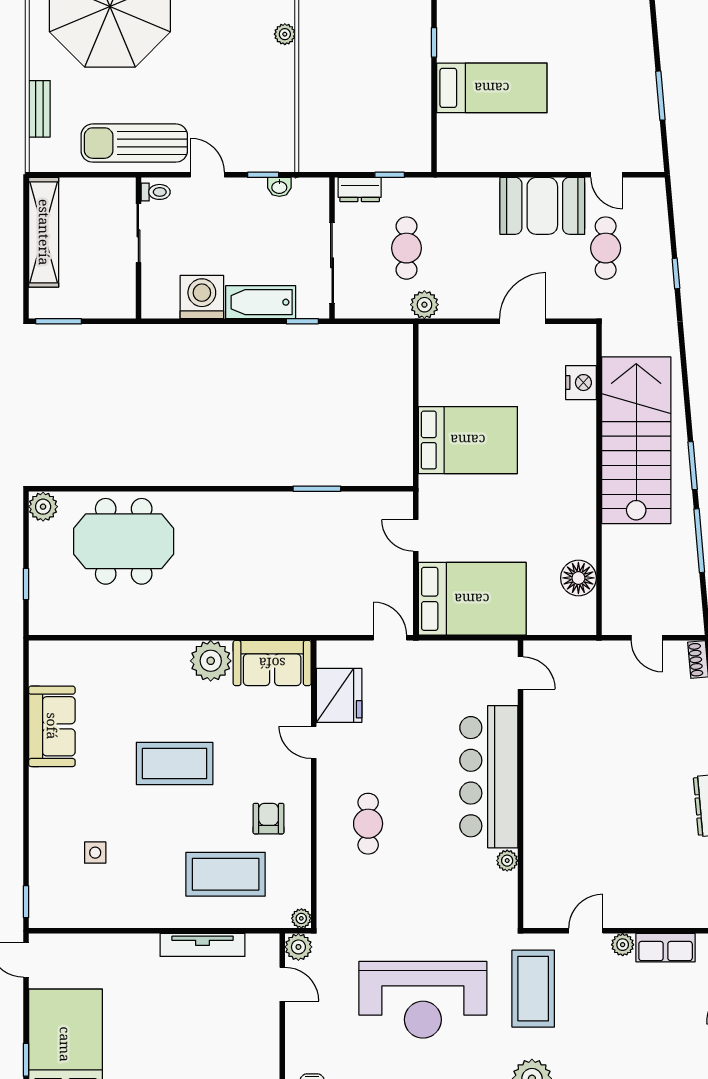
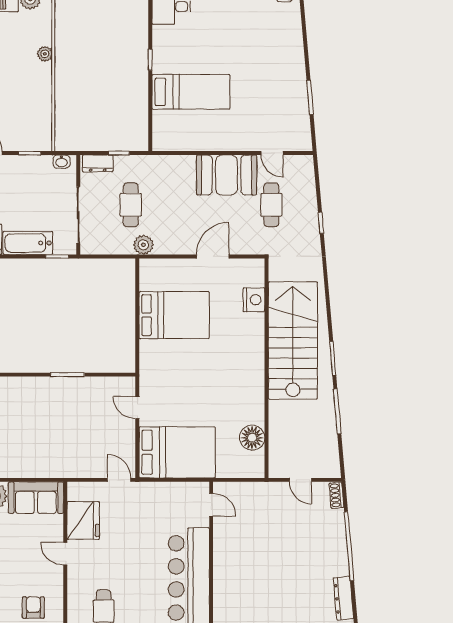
washbasin: (279, 187) -> (61, 162), moved
bed: (468, 440) -> (174, 315), moved

